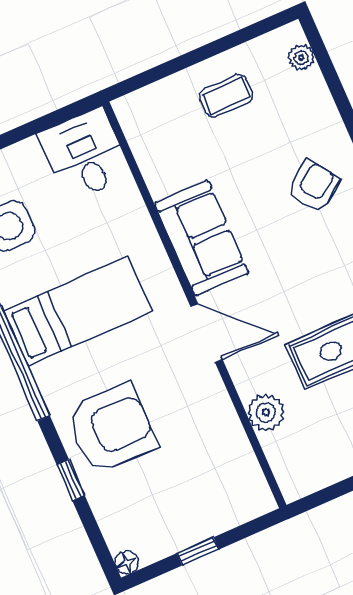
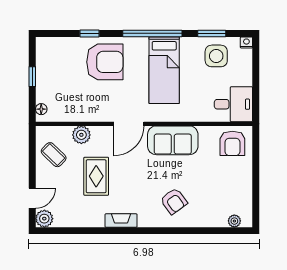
coffee table: (226, 96) -> (54, 155), moved, turned -46
armchair: (159, 124) -> (232, 143), added
armchair: (111, 428) -> (105, 62), turned -90
floor lamp: (127, 563) -> (41, 109), moved

